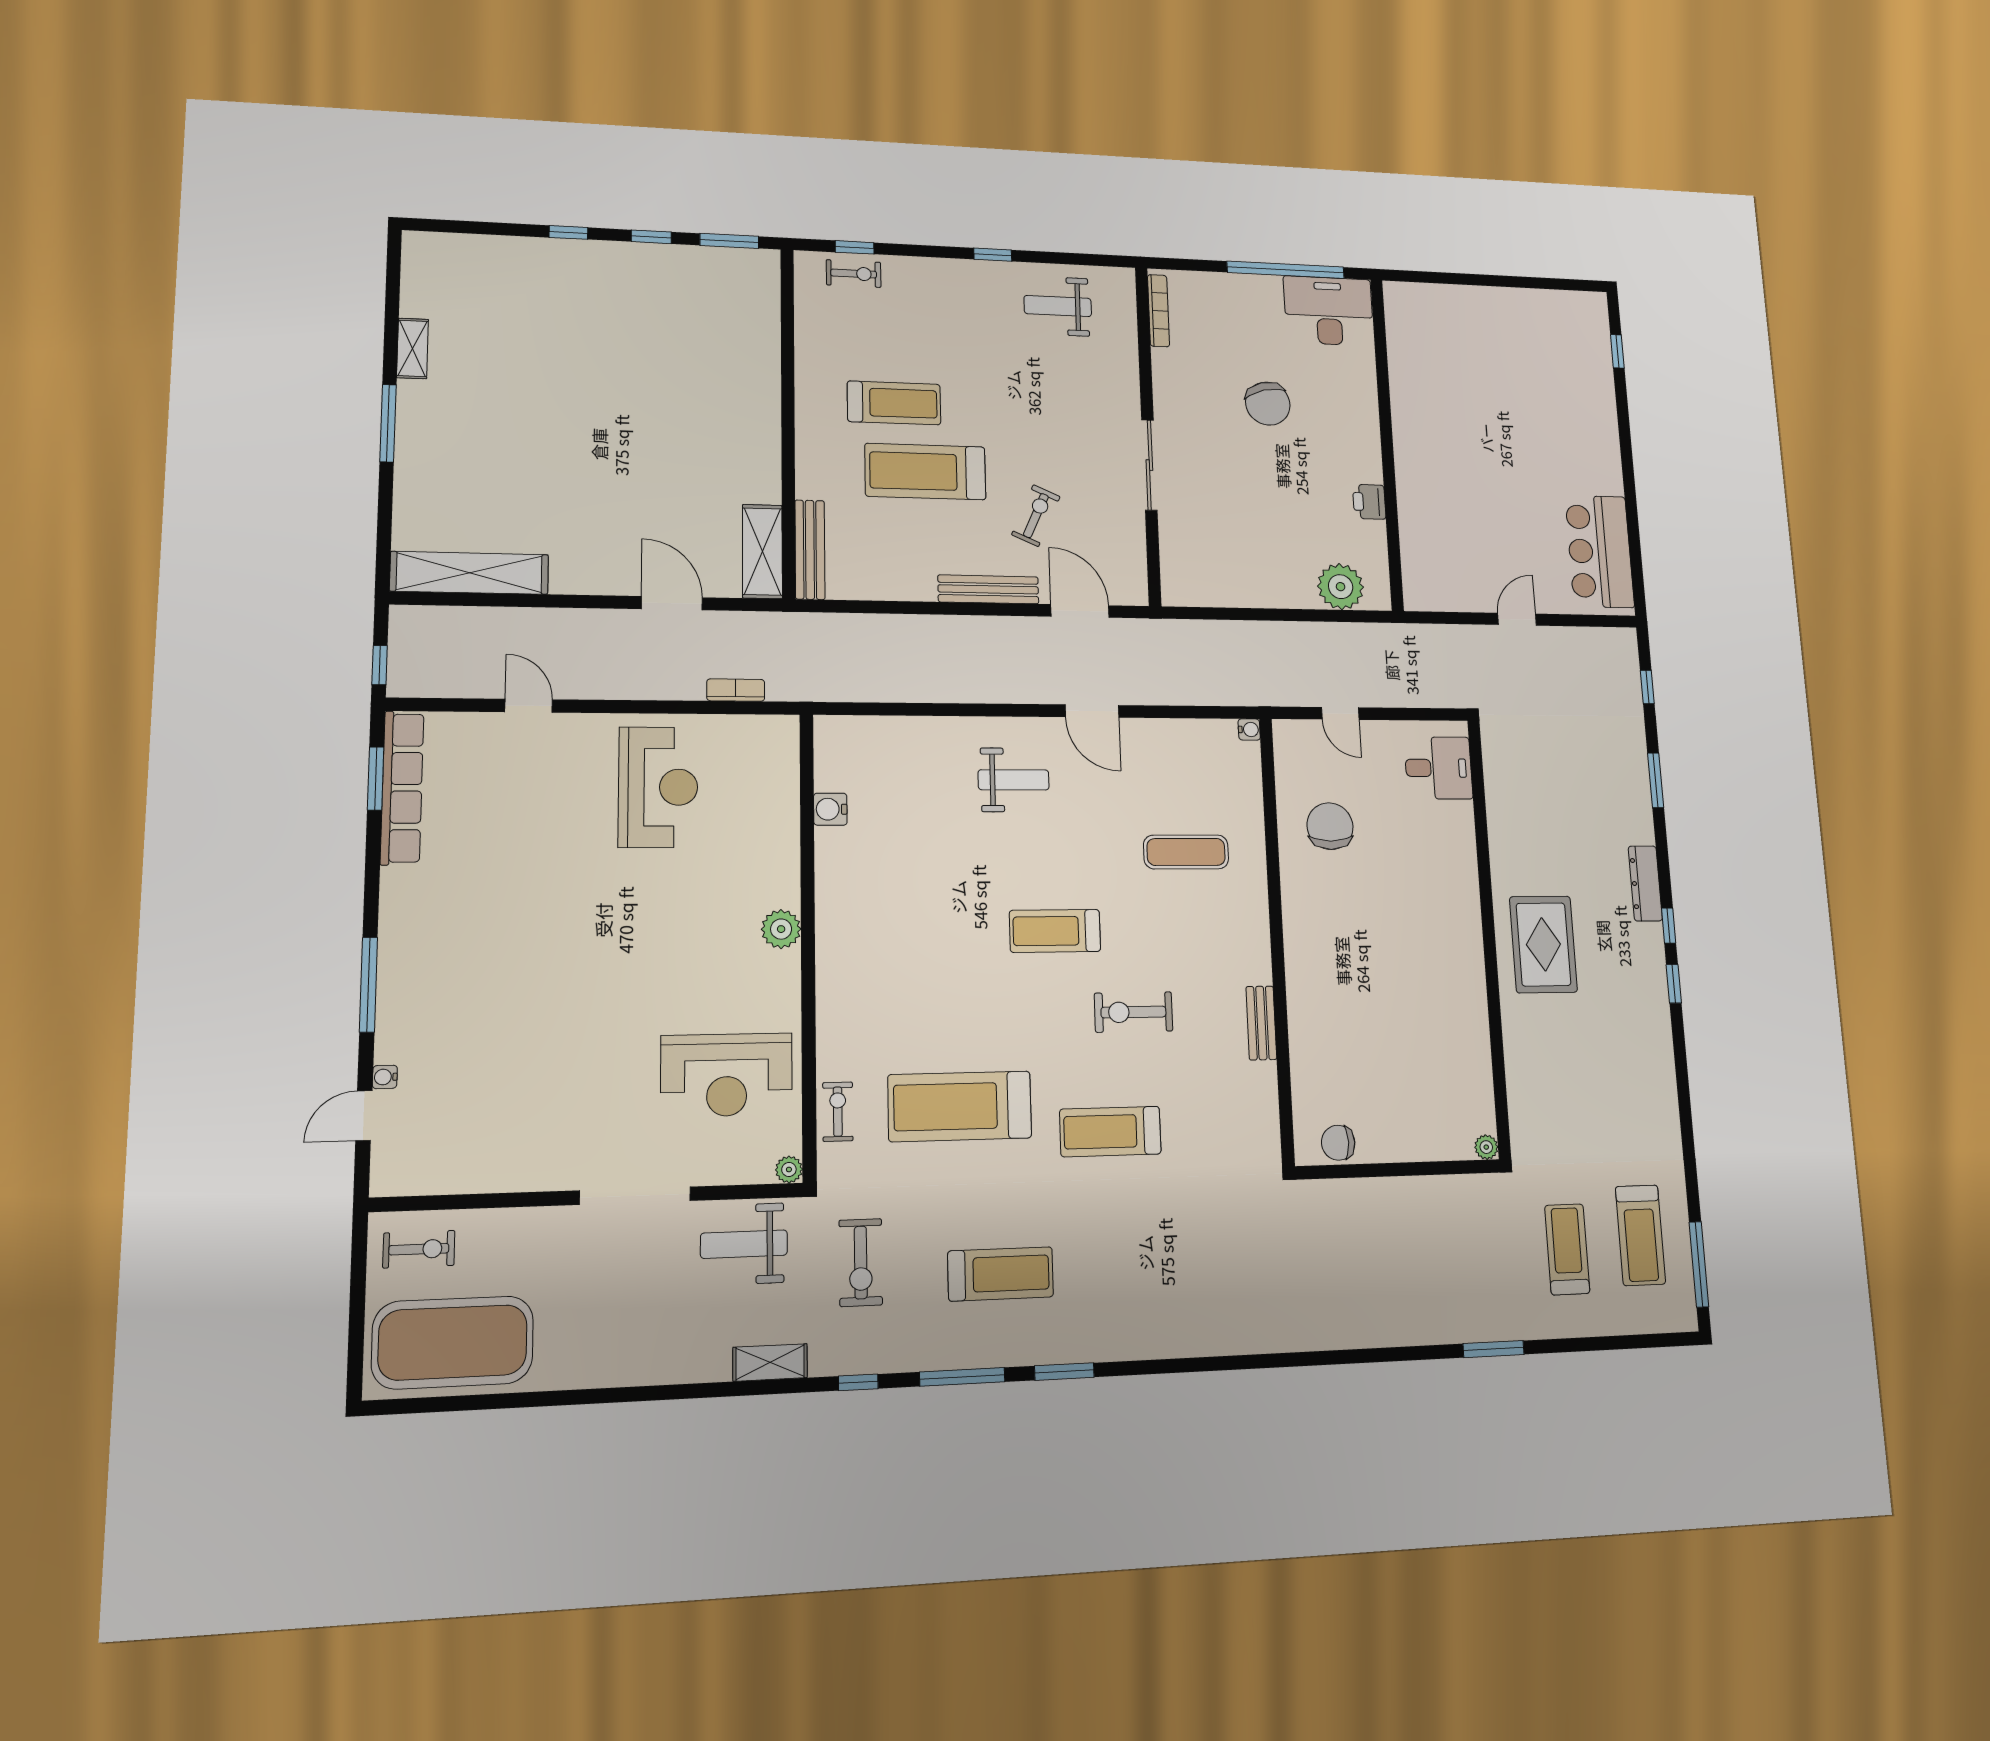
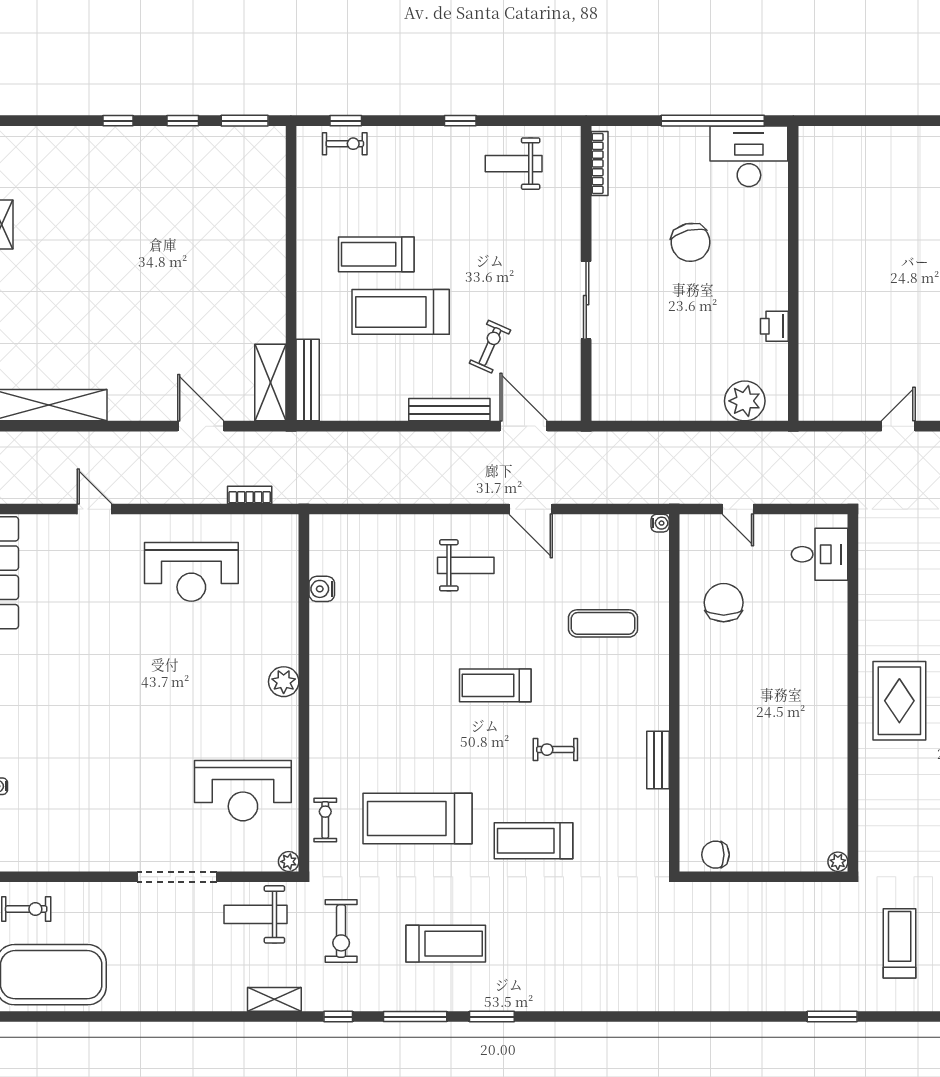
treadmill: (894, 403) -> (376, 254), turned 180
reception desk: (658, 787) -> (191, 572), turned 90
exercise bike: (1133, 1012) -> (555, 750), width x0.73, depth x0.72

